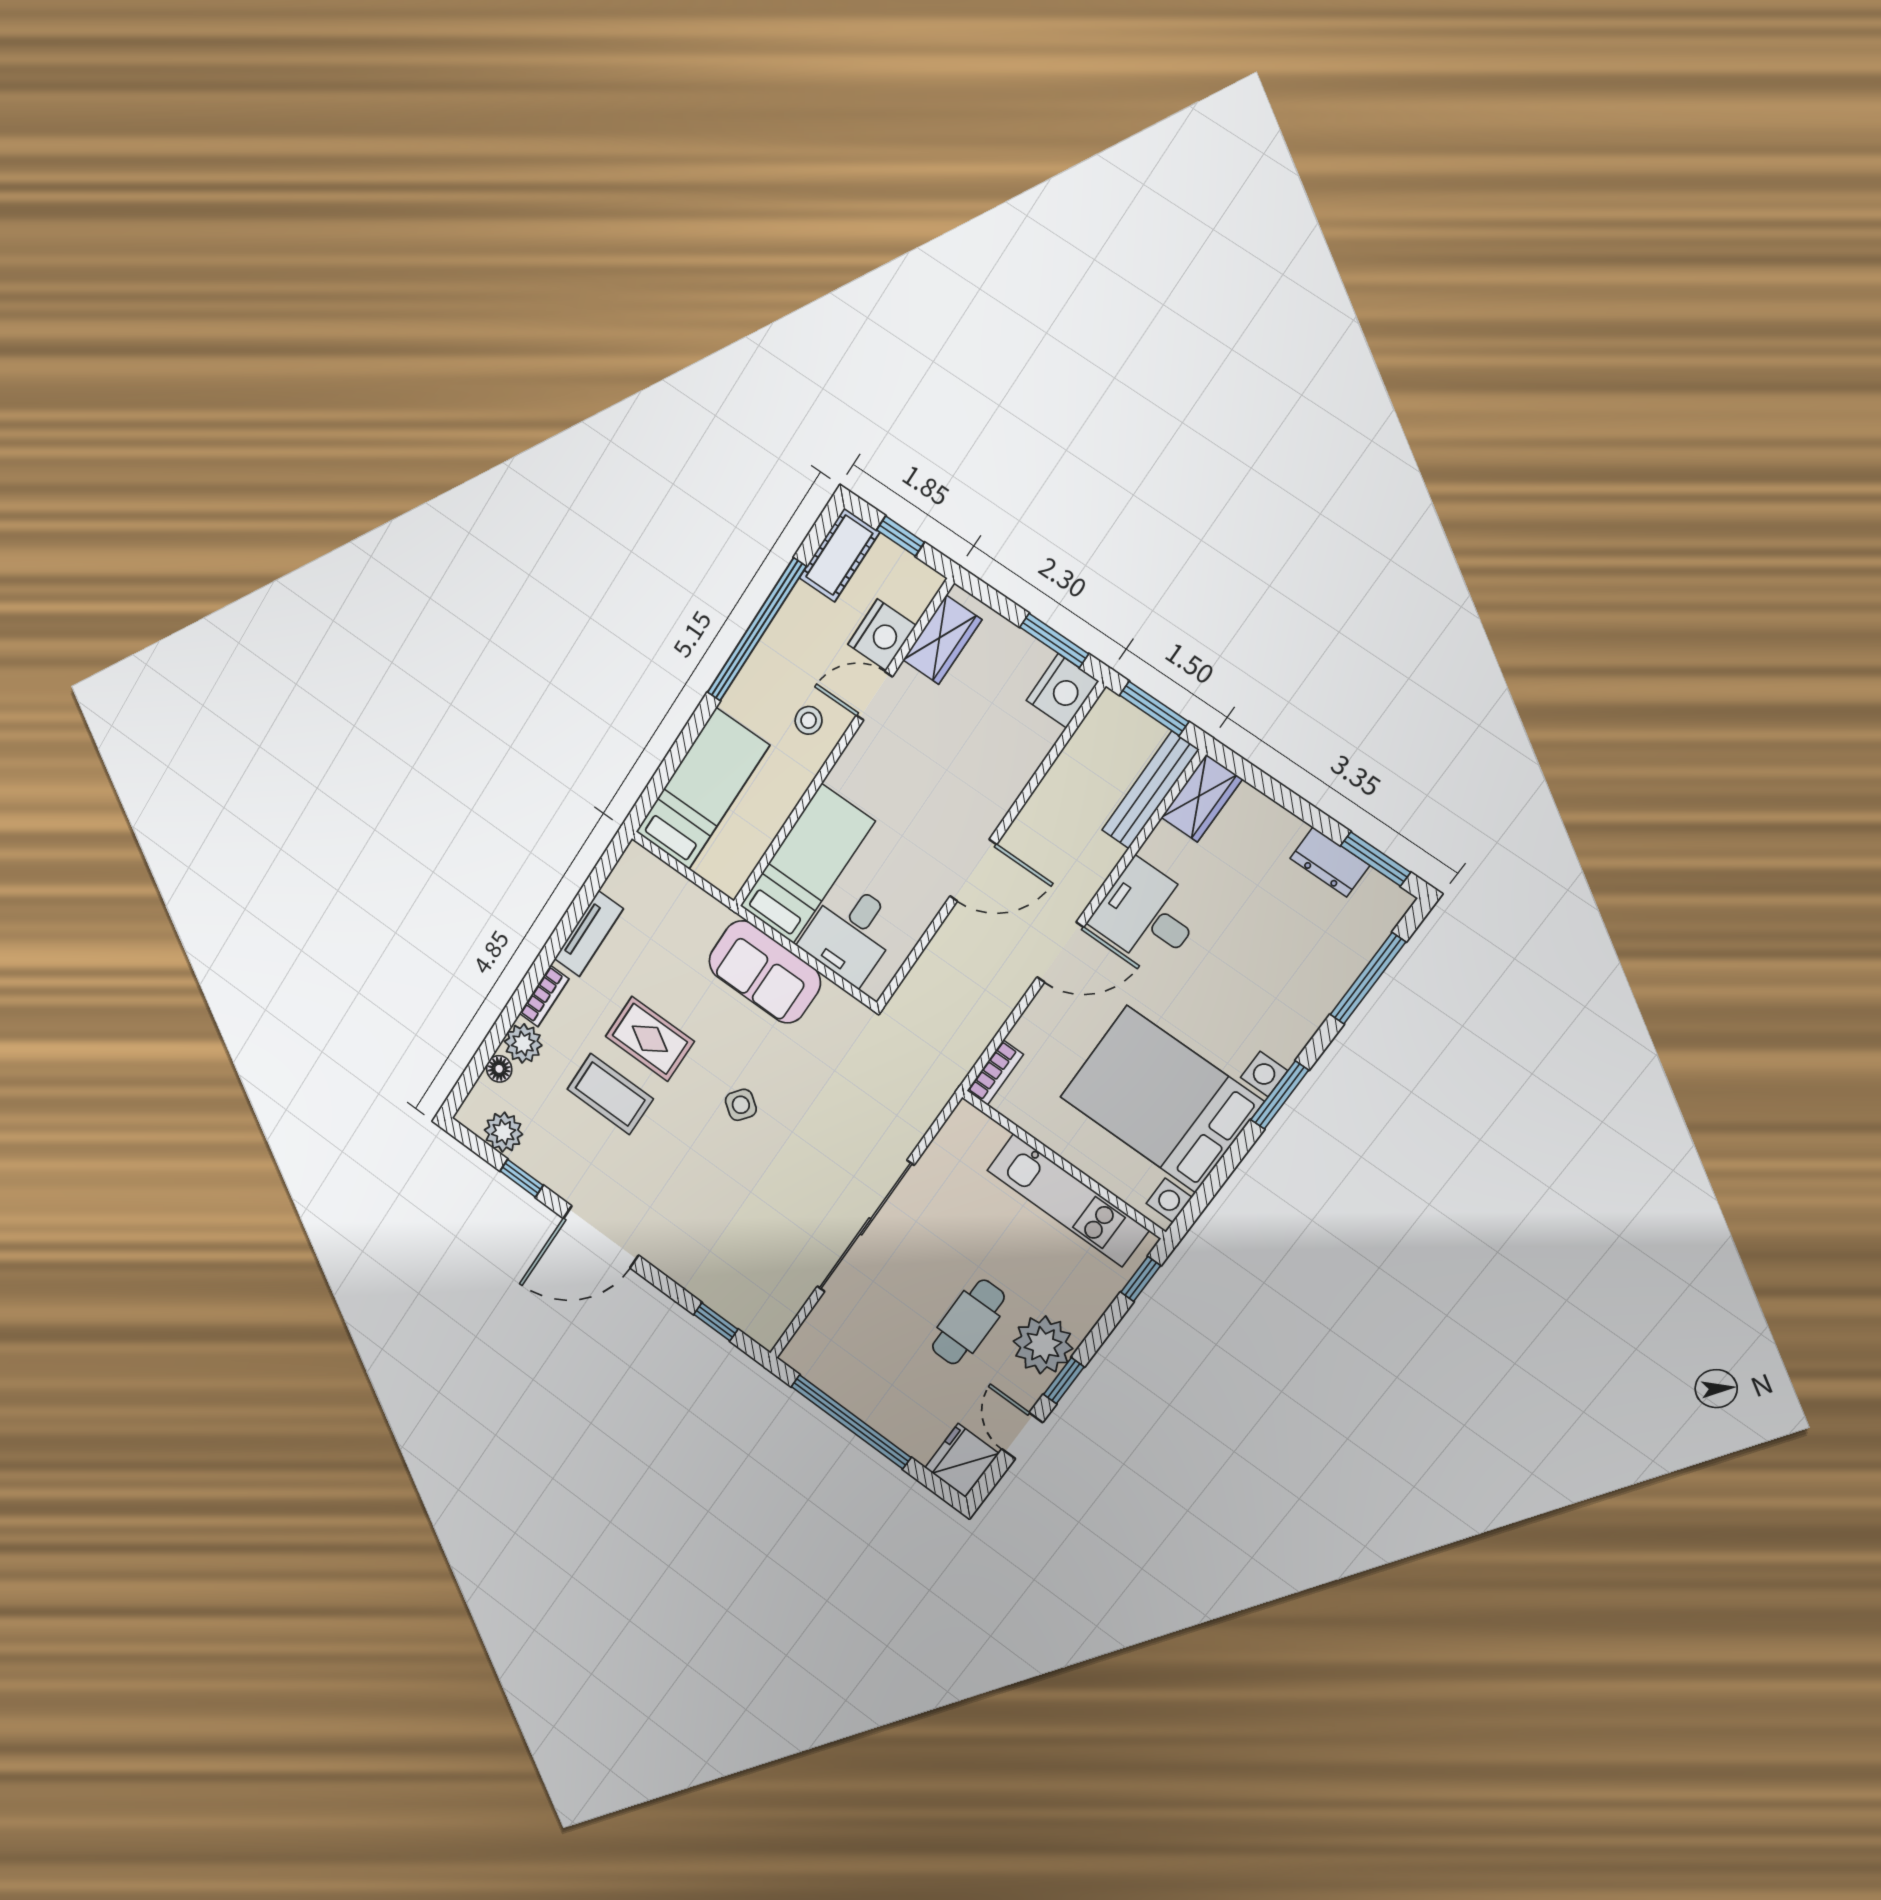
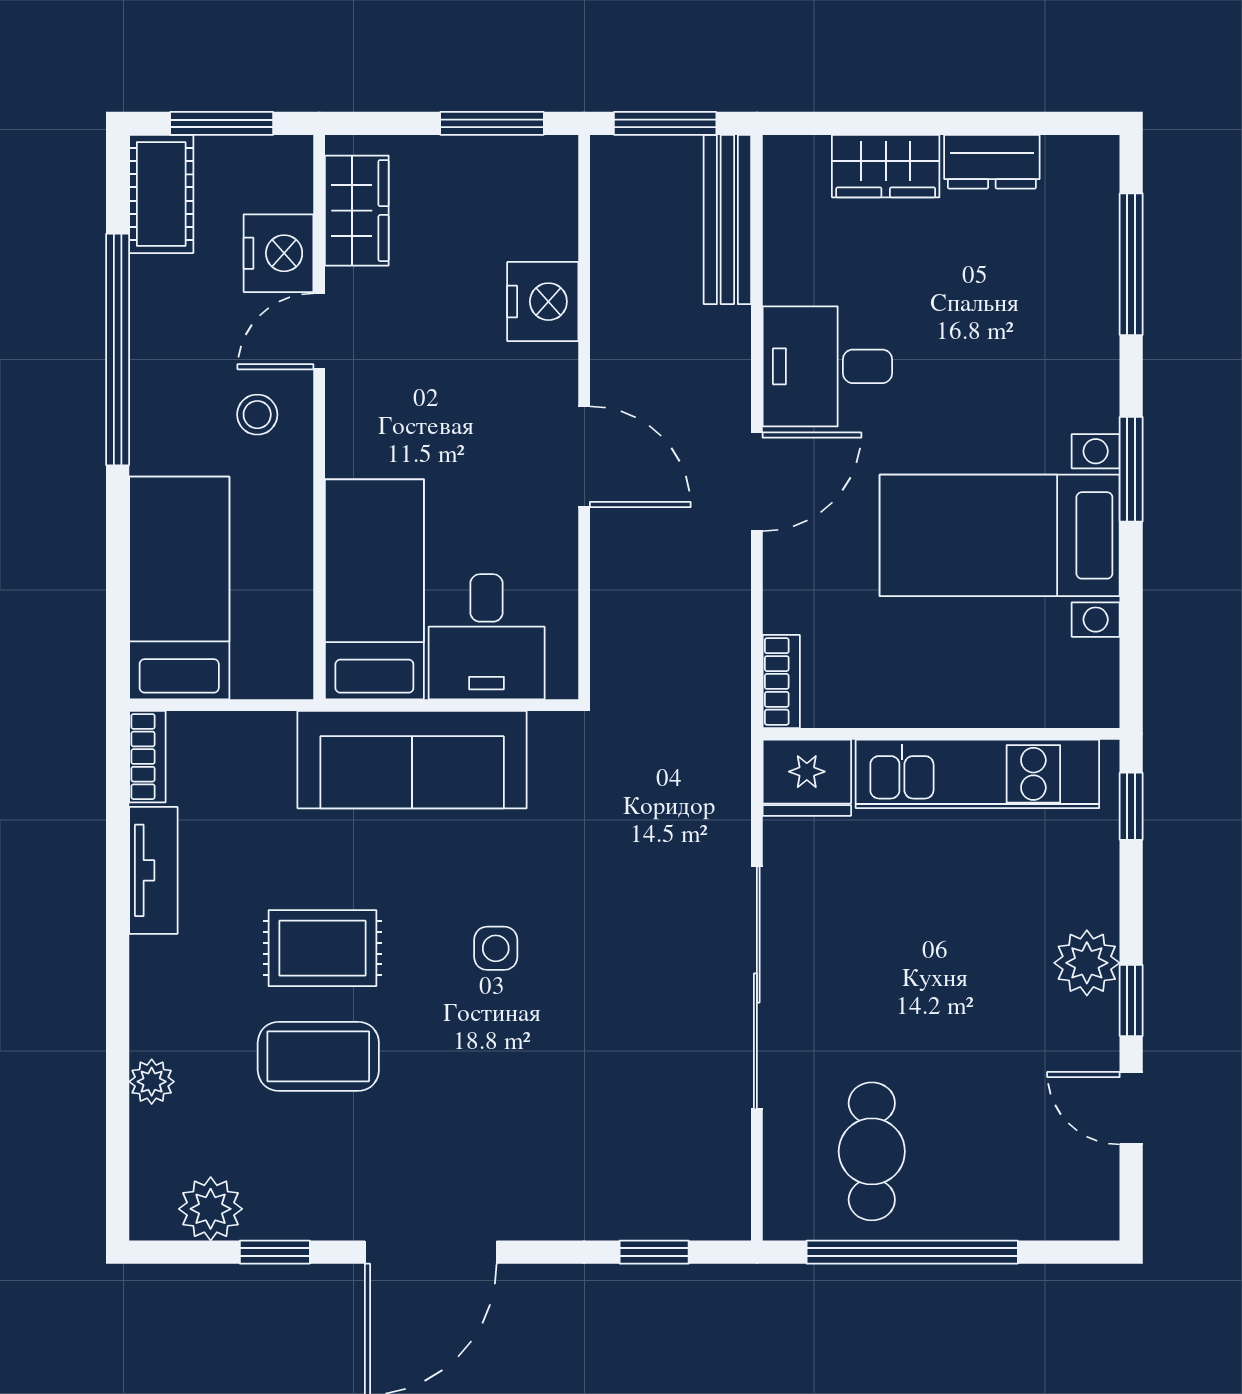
window: (900, 536) -> (222, 123), width x1.50
nightstand: (1062, 691) -> (543, 302), moved
wardrobe: (1202, 798) -> (886, 166), moved, turned 90
window: (1376, 859) -> (1040, 123), removed
door: (973, 870) -> (584, 457), hinge flipped
sofa: (765, 972) -> (412, 760), width x1.36
bookcase: (544, 996) -> (147, 757), moved
plant: (523, 1043) -> (152, 1082), width x0.73, depth x0.73
floor lamp: (499, 1069) -> (150, 1130), removed
bed with nightstands: (1161, 1099) -> (1000, 535), width x0.73
side table: (741, 1105) -> (496, 948), turned -37
cafe table: (968, 1322) -> (872, 1151), moved
plant: (1043, 1345) -> (1087, 963), width x0.73, depth x0.73
fridge: (962, 1461) -> (807, 778), moved, turned -90

